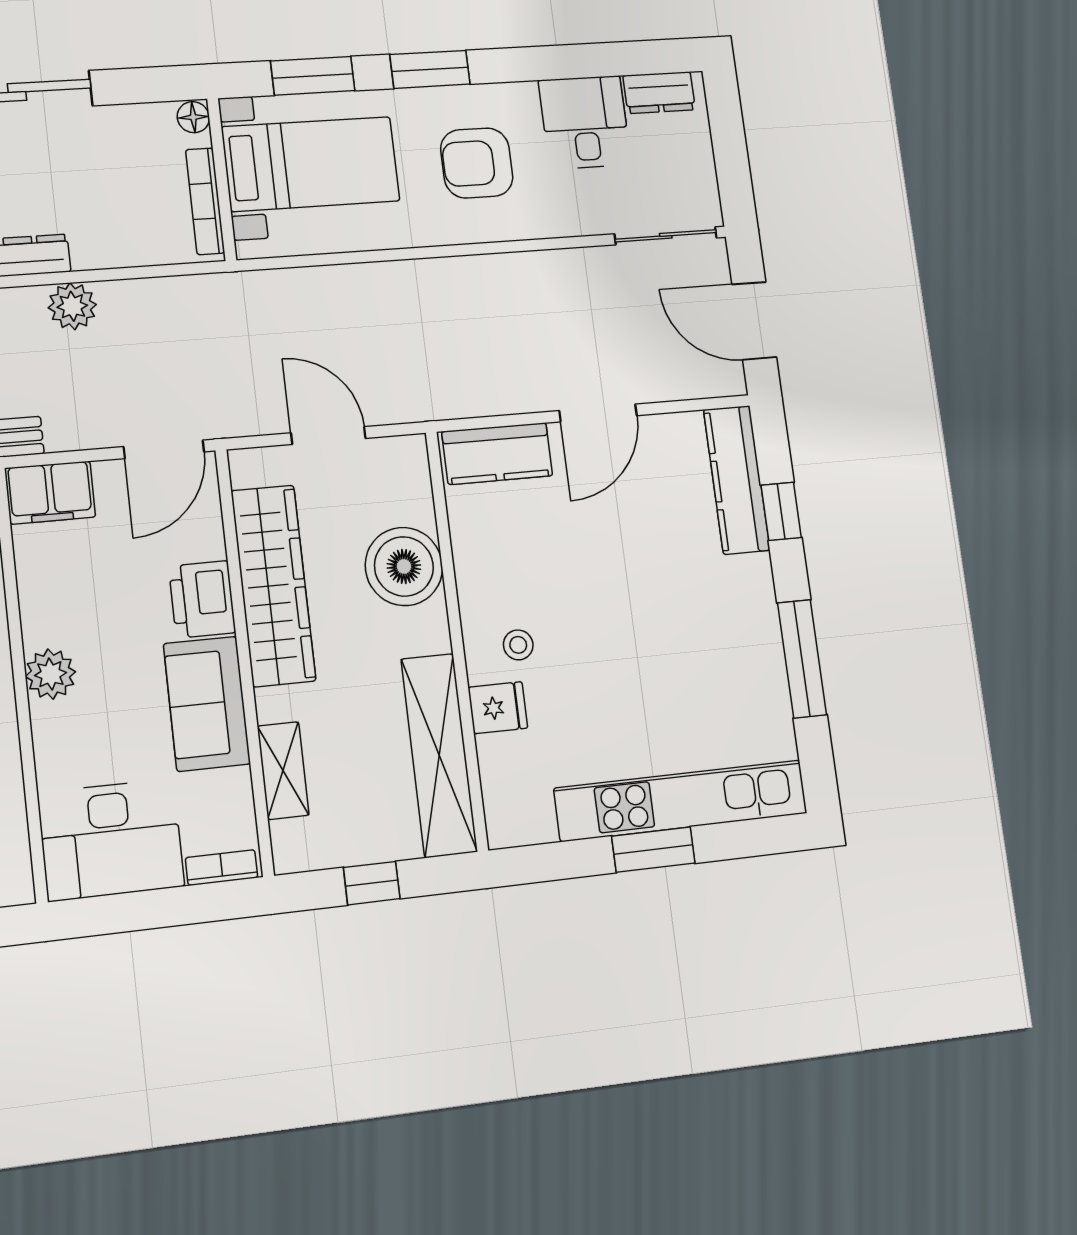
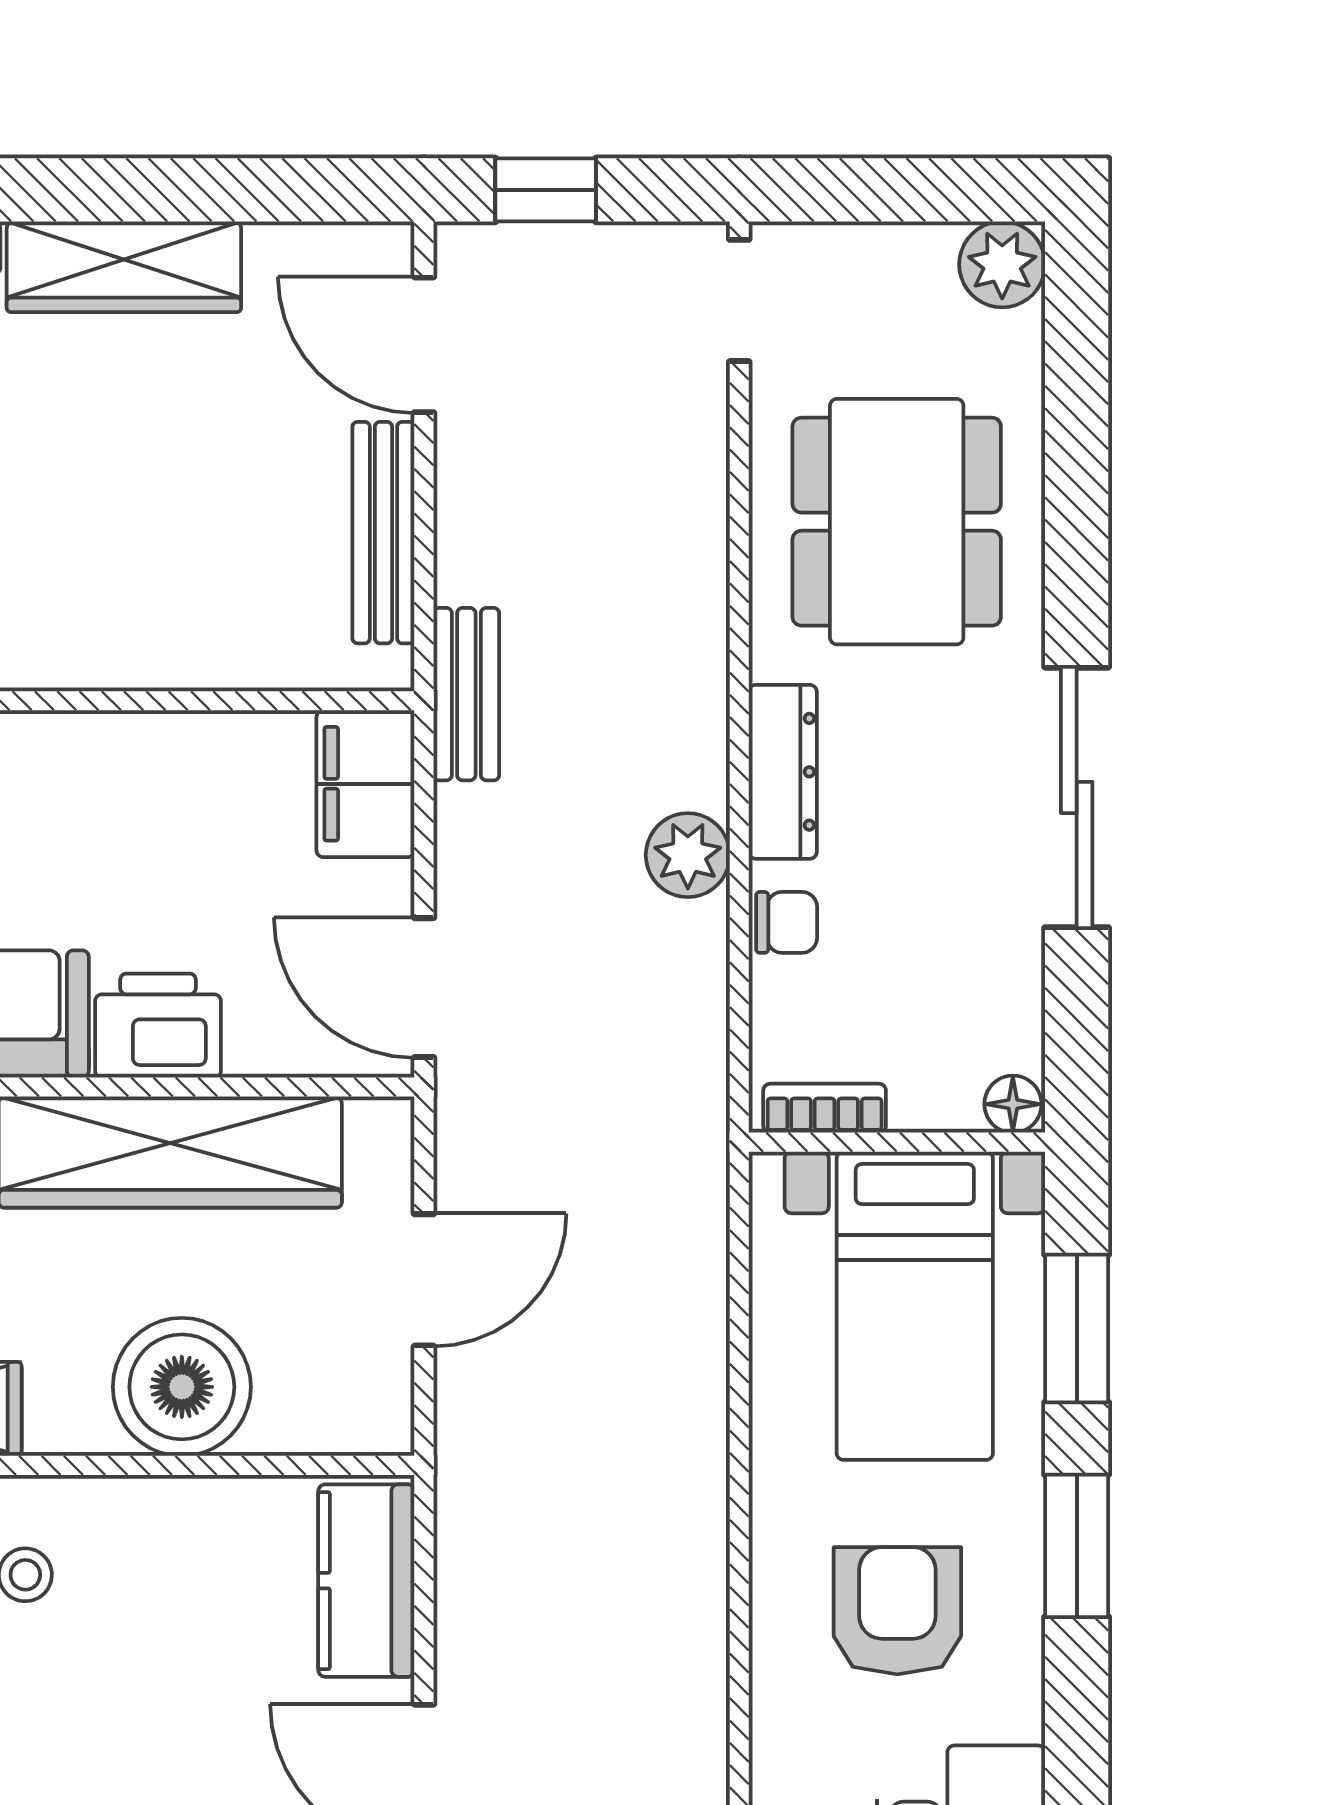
bookcase: (205, 201) -> (825, 1108), width x0.64
chair: (105, 248) -> (787, 922), added
plant: (50, 674) -> (56, 753), removed

